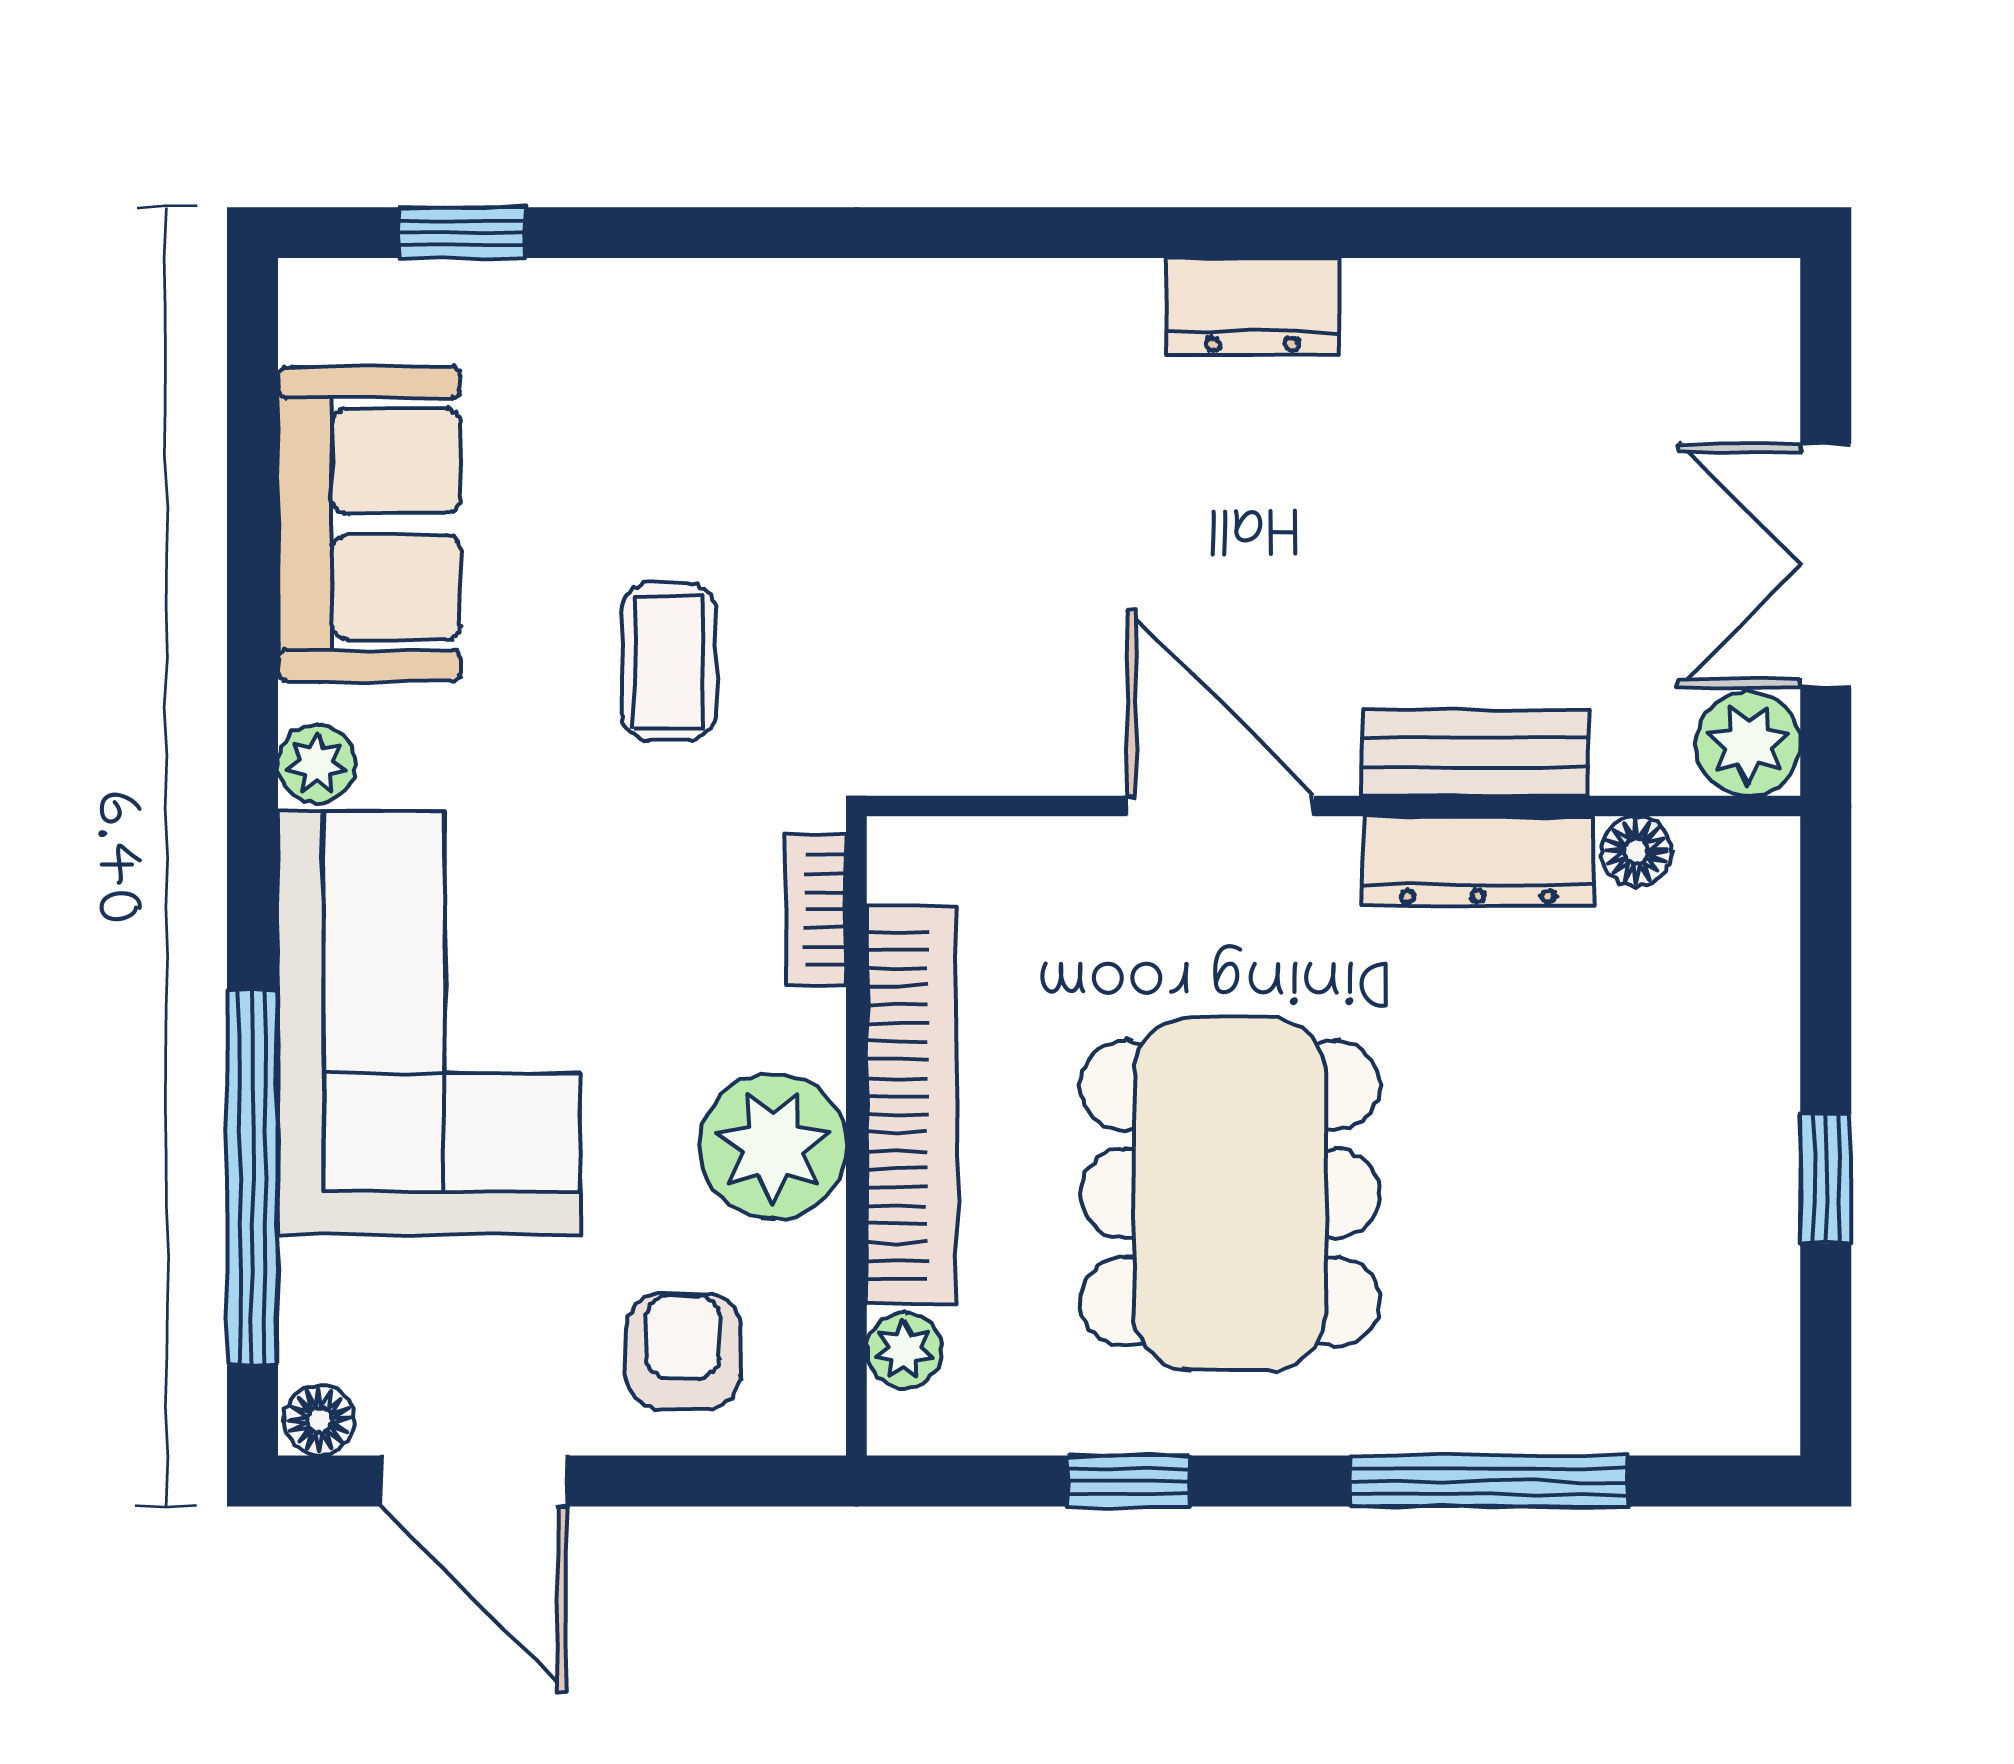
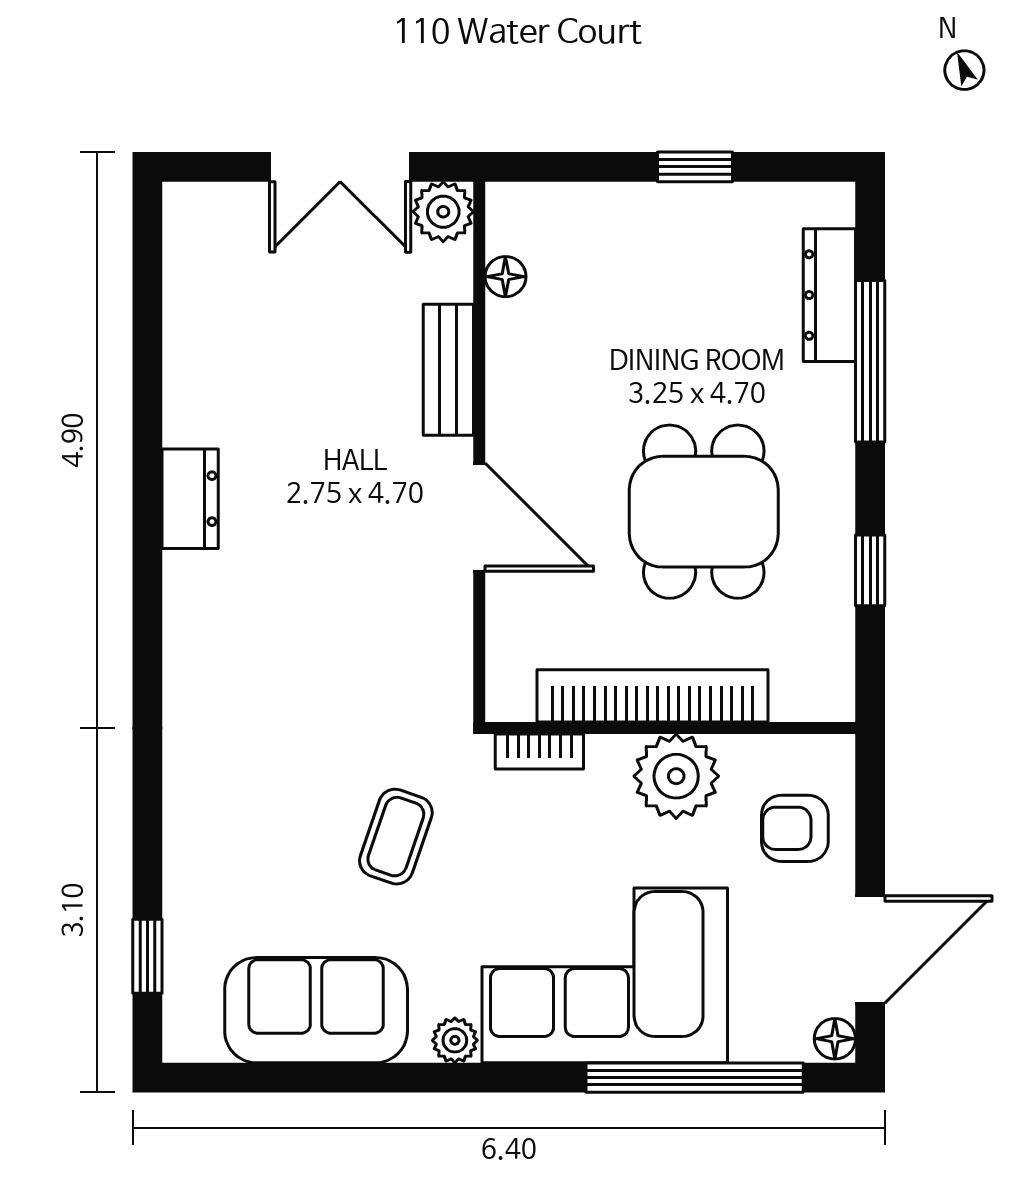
coffee table: (669, 662) -> (396, 837), turned -71
door: (1220, 806) -> (479, 517), swing flipped
dresser: (1478, 861) -> (829, 295), moved, turned 180
dining table: (1230, 1194) -> (704, 512), width x0.73
plant: (904, 1350) -> (794, 700), removed

